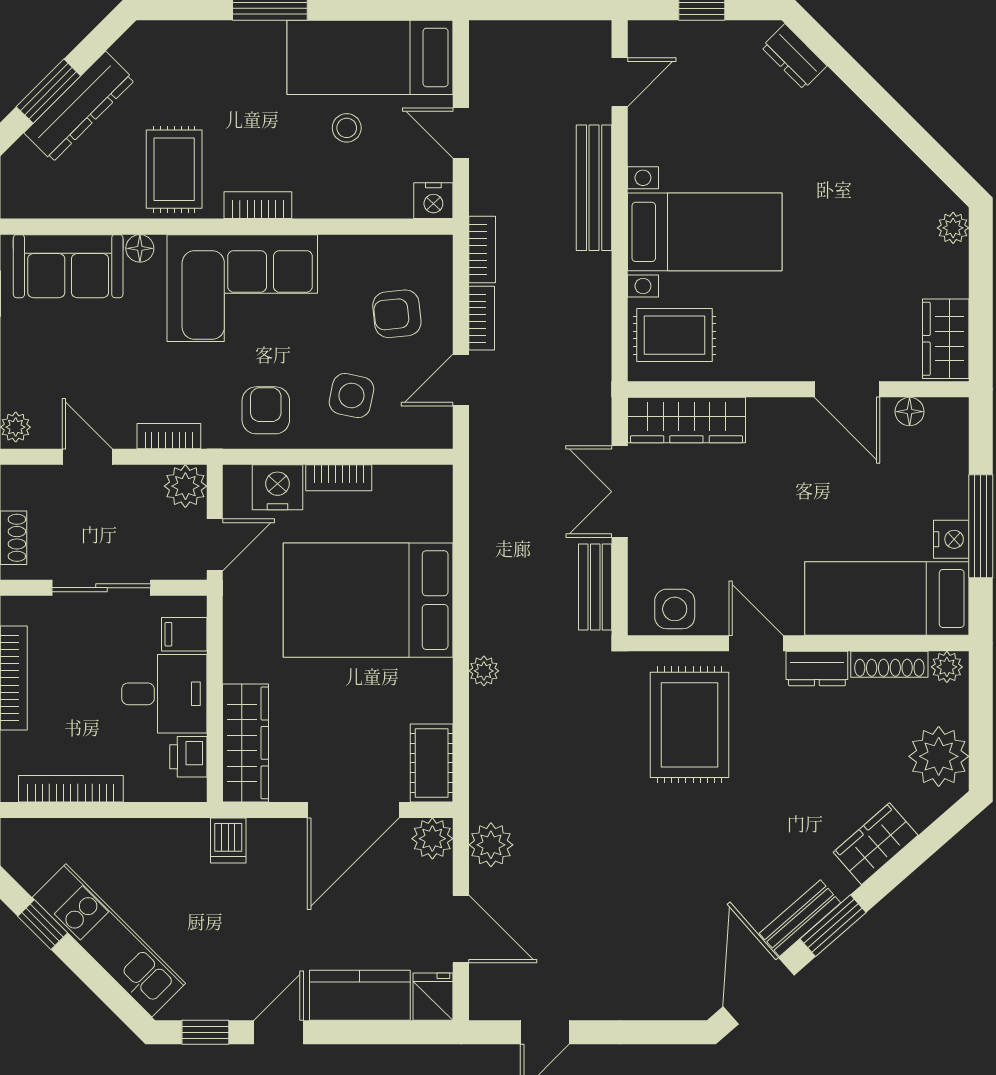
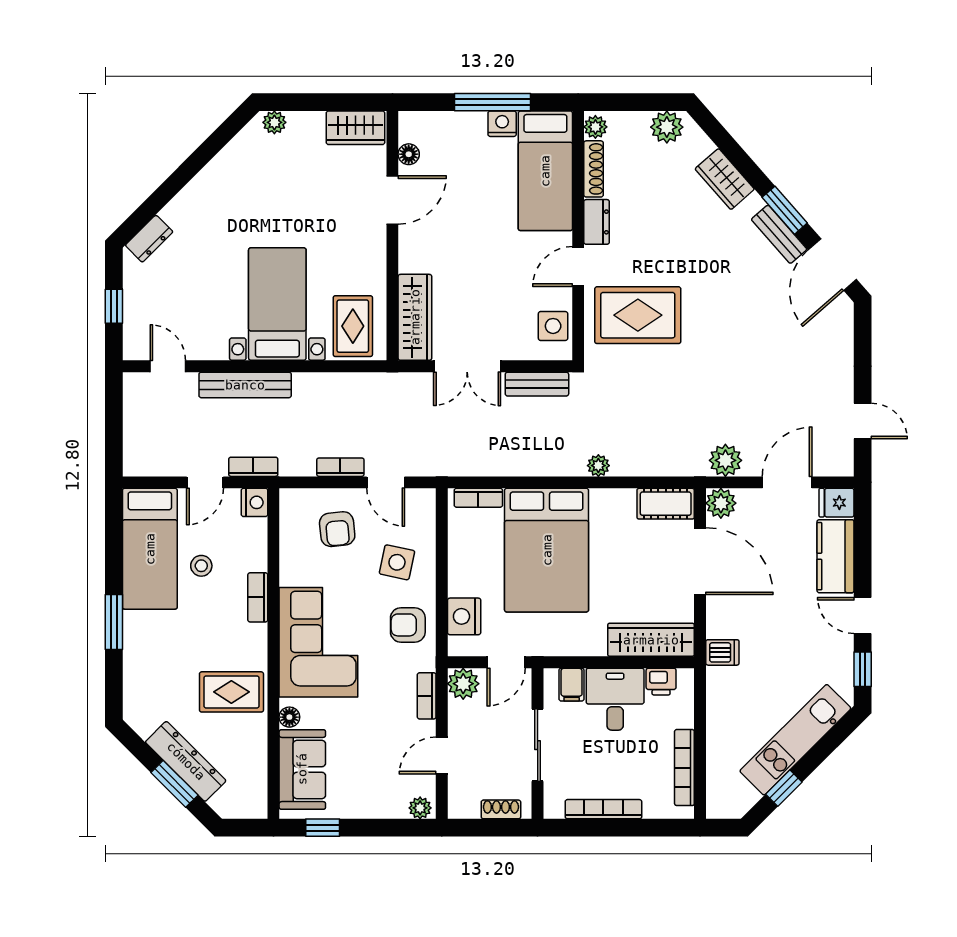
bookcase: (258, 205) -> (258, 597), moved
bookcase: (482, 250) -> (253, 467), moved
bookcase: (339, 478) -> (478, 498), moved, turned 90
door: (215, 545) -> (506, 662), swing flipped
plant: (939, 756) -> (667, 127), width x0.73, depth x0.73
door: (759, 991) -> (832, 265), hinge flipped

